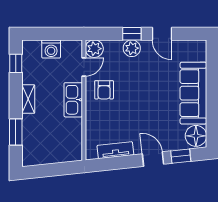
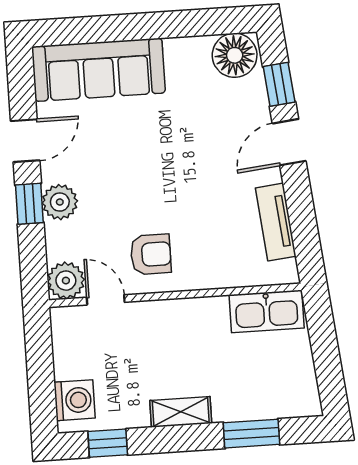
washing machine: (51, 49) -> (75, 400), moved
sofa: (193, 93) -> (98, 70), moved
kitchen sink: (73, 100) -> (267, 311), moved

